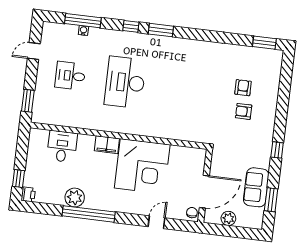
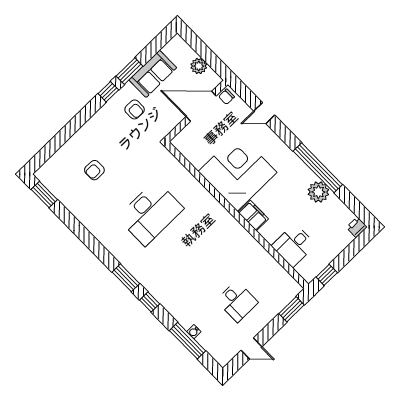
desk: (125, 82) -> (150, 213), moved
armchair: (244, 111) -> (135, 109), moved
window: (18, 178) -> (327, 275), moved
window: (271, 200) -> (130, 71), moved

